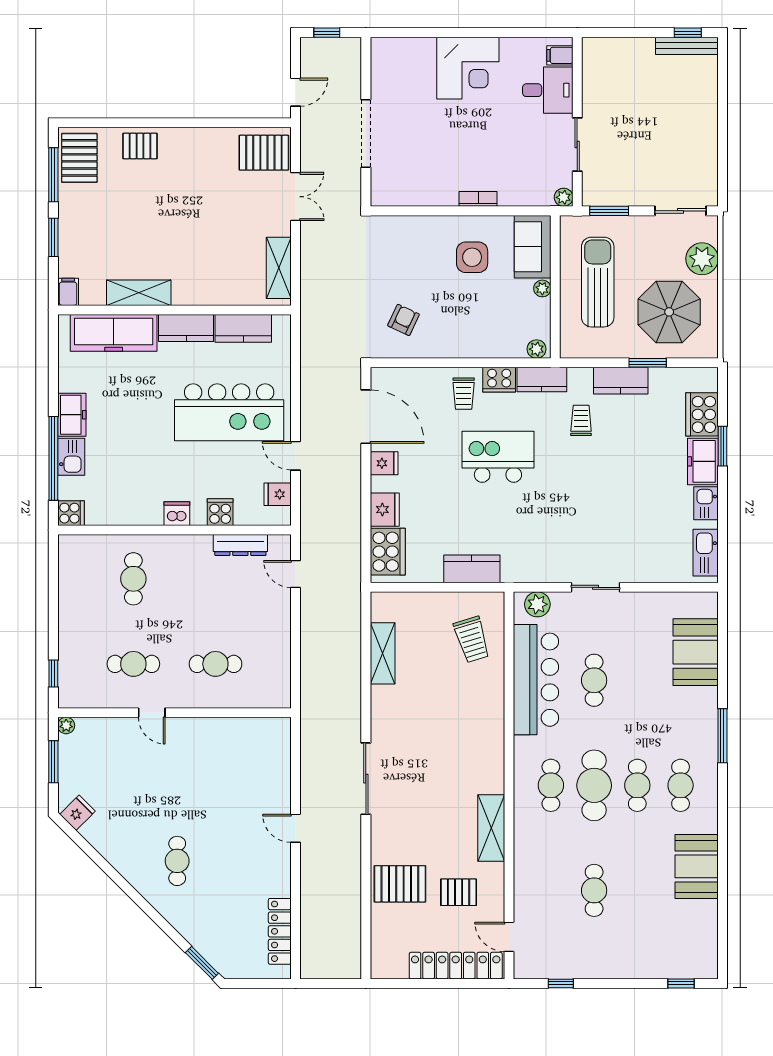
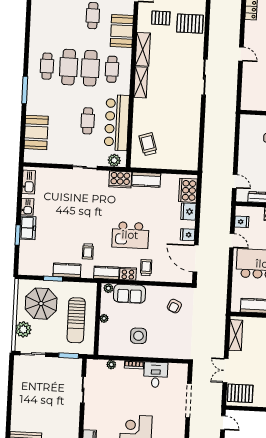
desk: (548, 90) -> (156, 375), moved, turned 90
door: (295, 92) -> (223, 423), swing flipped
plant: (564, 197) -> (111, 365), moved
sofa: (533, 247) -> (130, 294), moved, turned 90
cooker: (702, 414) -> (120, 179), moved, turned 90
shelving: (383, 653) -> (141, 82), moved
cafe table: (637, 785) -> (69, 67), width x1.37, depth x1.35
booth: (697, 866) -> (122, 31), moved

